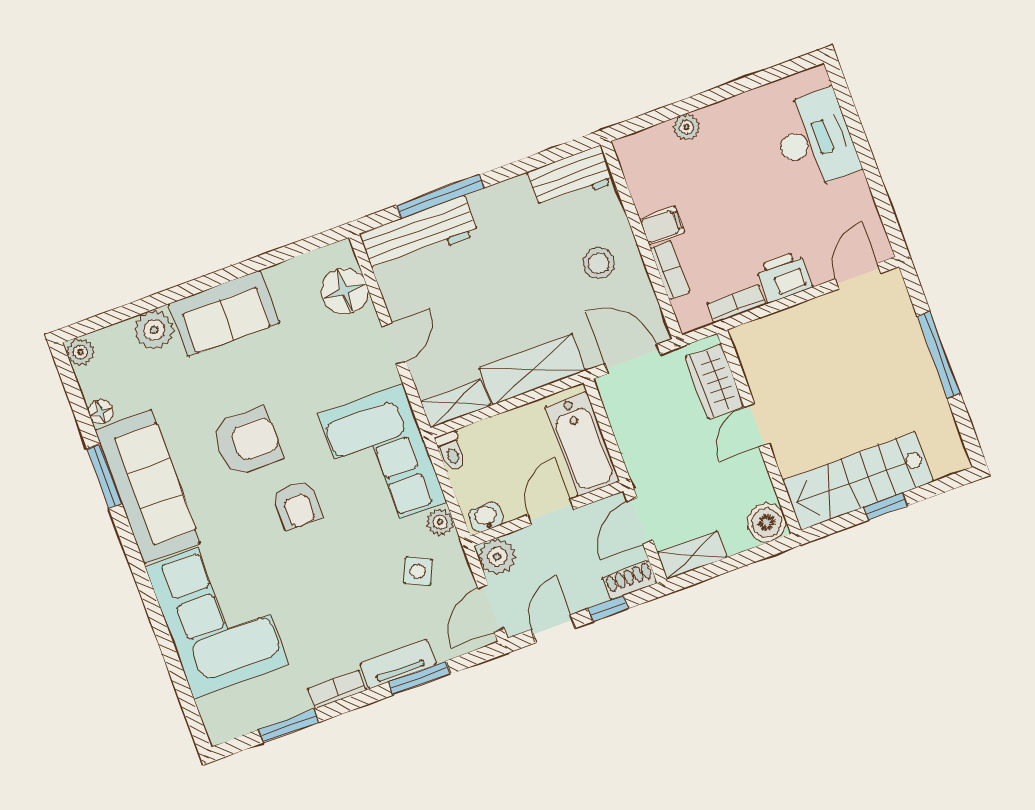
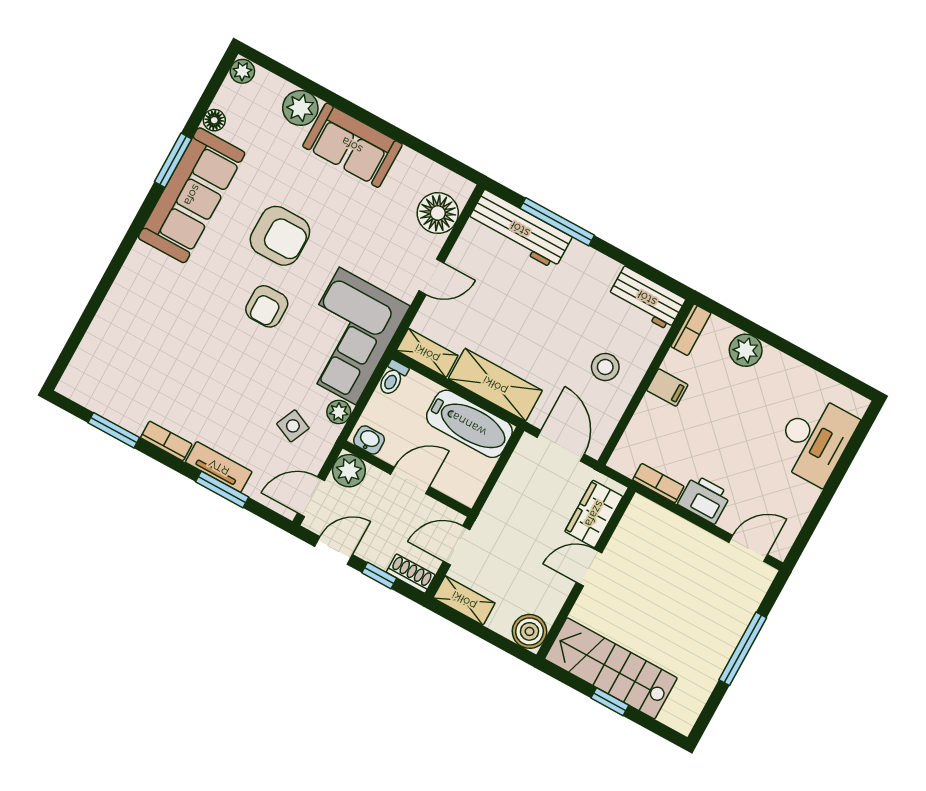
plant: (687, 127) -> (746, 350), width x1.38, depth x1.38
bookcase: (670, 270) -> (691, 330), moved
bathtub: (582, 444) -> (469, 424), moved, turned -90
corner sofa: (217, 616) -> (145, 317), removed

